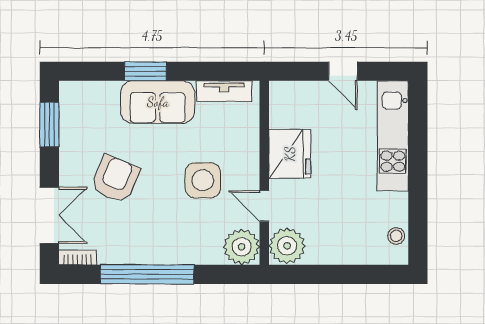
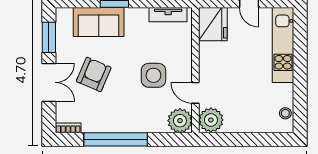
sofa: (158, 102) -> (99, 22), moved
fridge: (290, 154) -> (213, 24), moved
double door: (49, 215) -> (49, 82), moved

